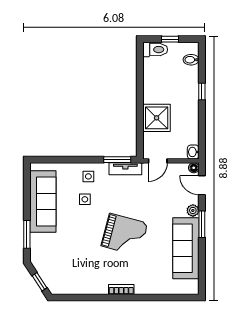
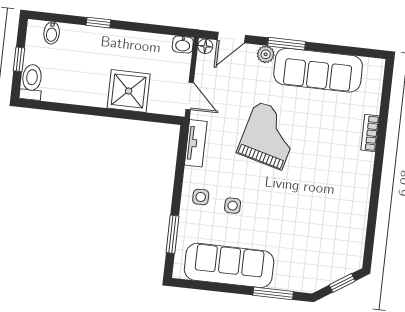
window: (117, 160) -> (172, 234), moved
grand piano: (124, 235) -> (269, 136), moved
bookcase: (121, 289) -> (370, 133), moved

